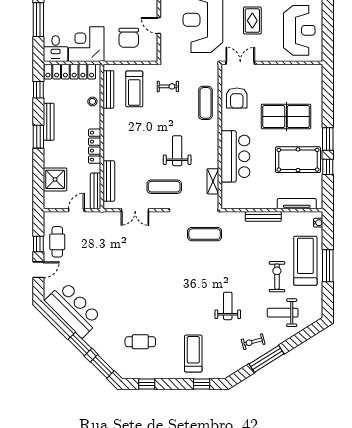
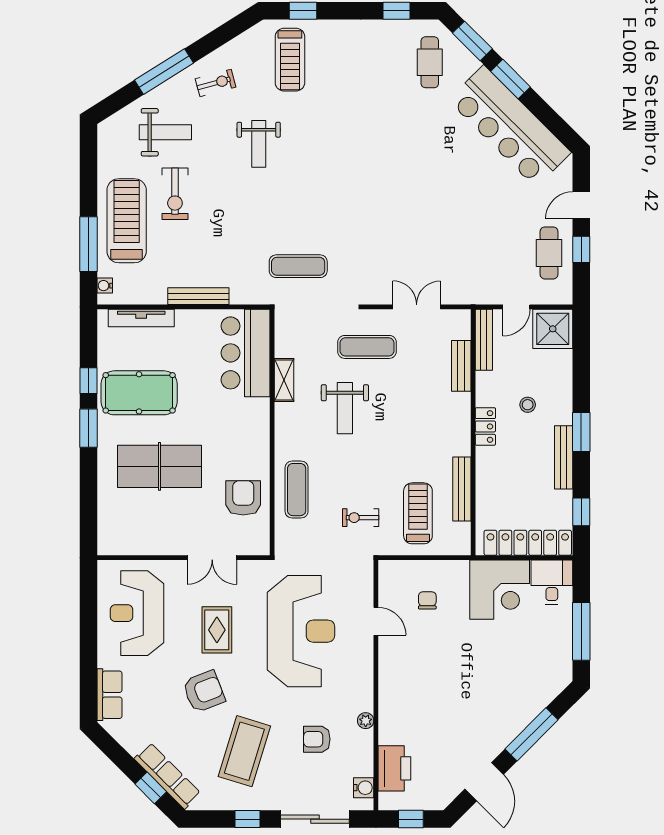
chair: (129, 38) -> (427, 600), width x0.54, depth x0.54
double door: (240, 63) -> (212, 558), moved
bench: (108, 89) -> (462, 489), moved
stool: (92, 101) -> (528, 405), moved
locker: (95, 146) -> (485, 426), width x0.66
bar counter: (235, 156) -> (246, 353), moved
shower: (55, 179) -> (553, 329), moved
bench: (109, 181) -> (461, 366), width x0.73
shelving: (213, 181) -> (284, 380), moved
treadmill: (305, 261) -> (127, 221), turned 180
window: (328, 266) -> (88, 244), moved
bar counter: (74, 309) -> (510, 126), width x1.36
cafe table: (140, 342) -> (430, 62), moved, turned 90
treadmill: (193, 353) -> (290, 60), moved
window: (267, 359) -> (164, 72), moved

